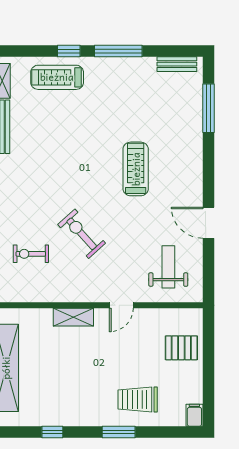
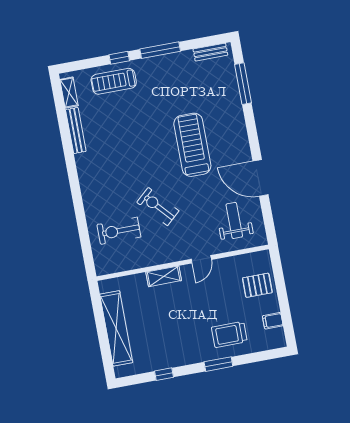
treadmill: (136, 169) -> (192, 145), width x1.37, depth x1.37
door: (208, 223) -> (261, 178), width x1.36
exercise bike: (31, 254) -> (119, 231), width x1.38, depth x1.39
filing cabinet: (194, 415) -> (273, 321), moved, turned -90

